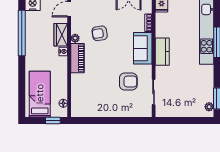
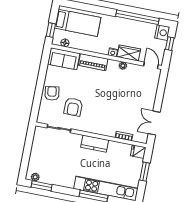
armchair: (100, 33) -> (52, 93), moved
sofa: (143, 48) -> (64, 59), moved, turned 180
piano: (77, 58) -> (93, 62), moved

